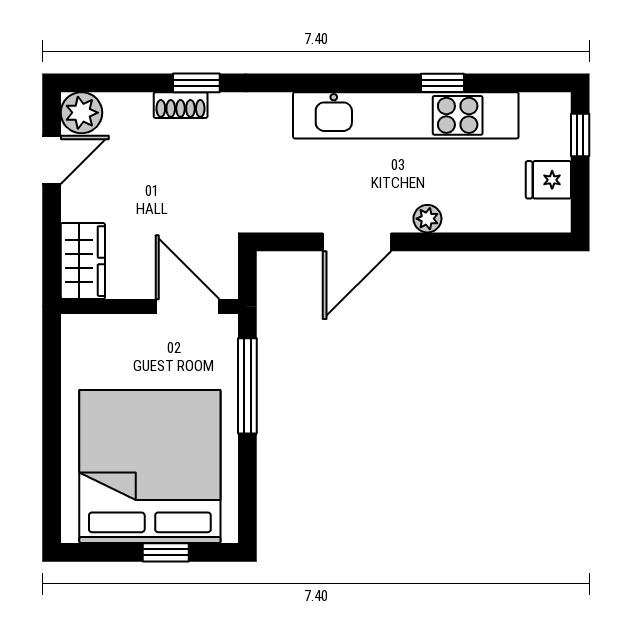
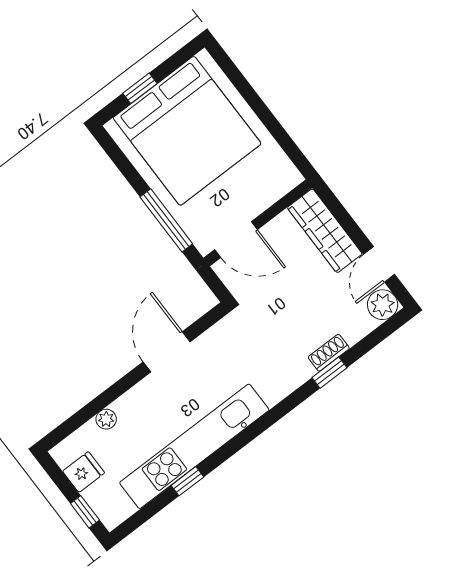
plant: (427, 219) -> (106, 419), moved
wardrobe: (83, 261) -> (325, 231), width x1.50

